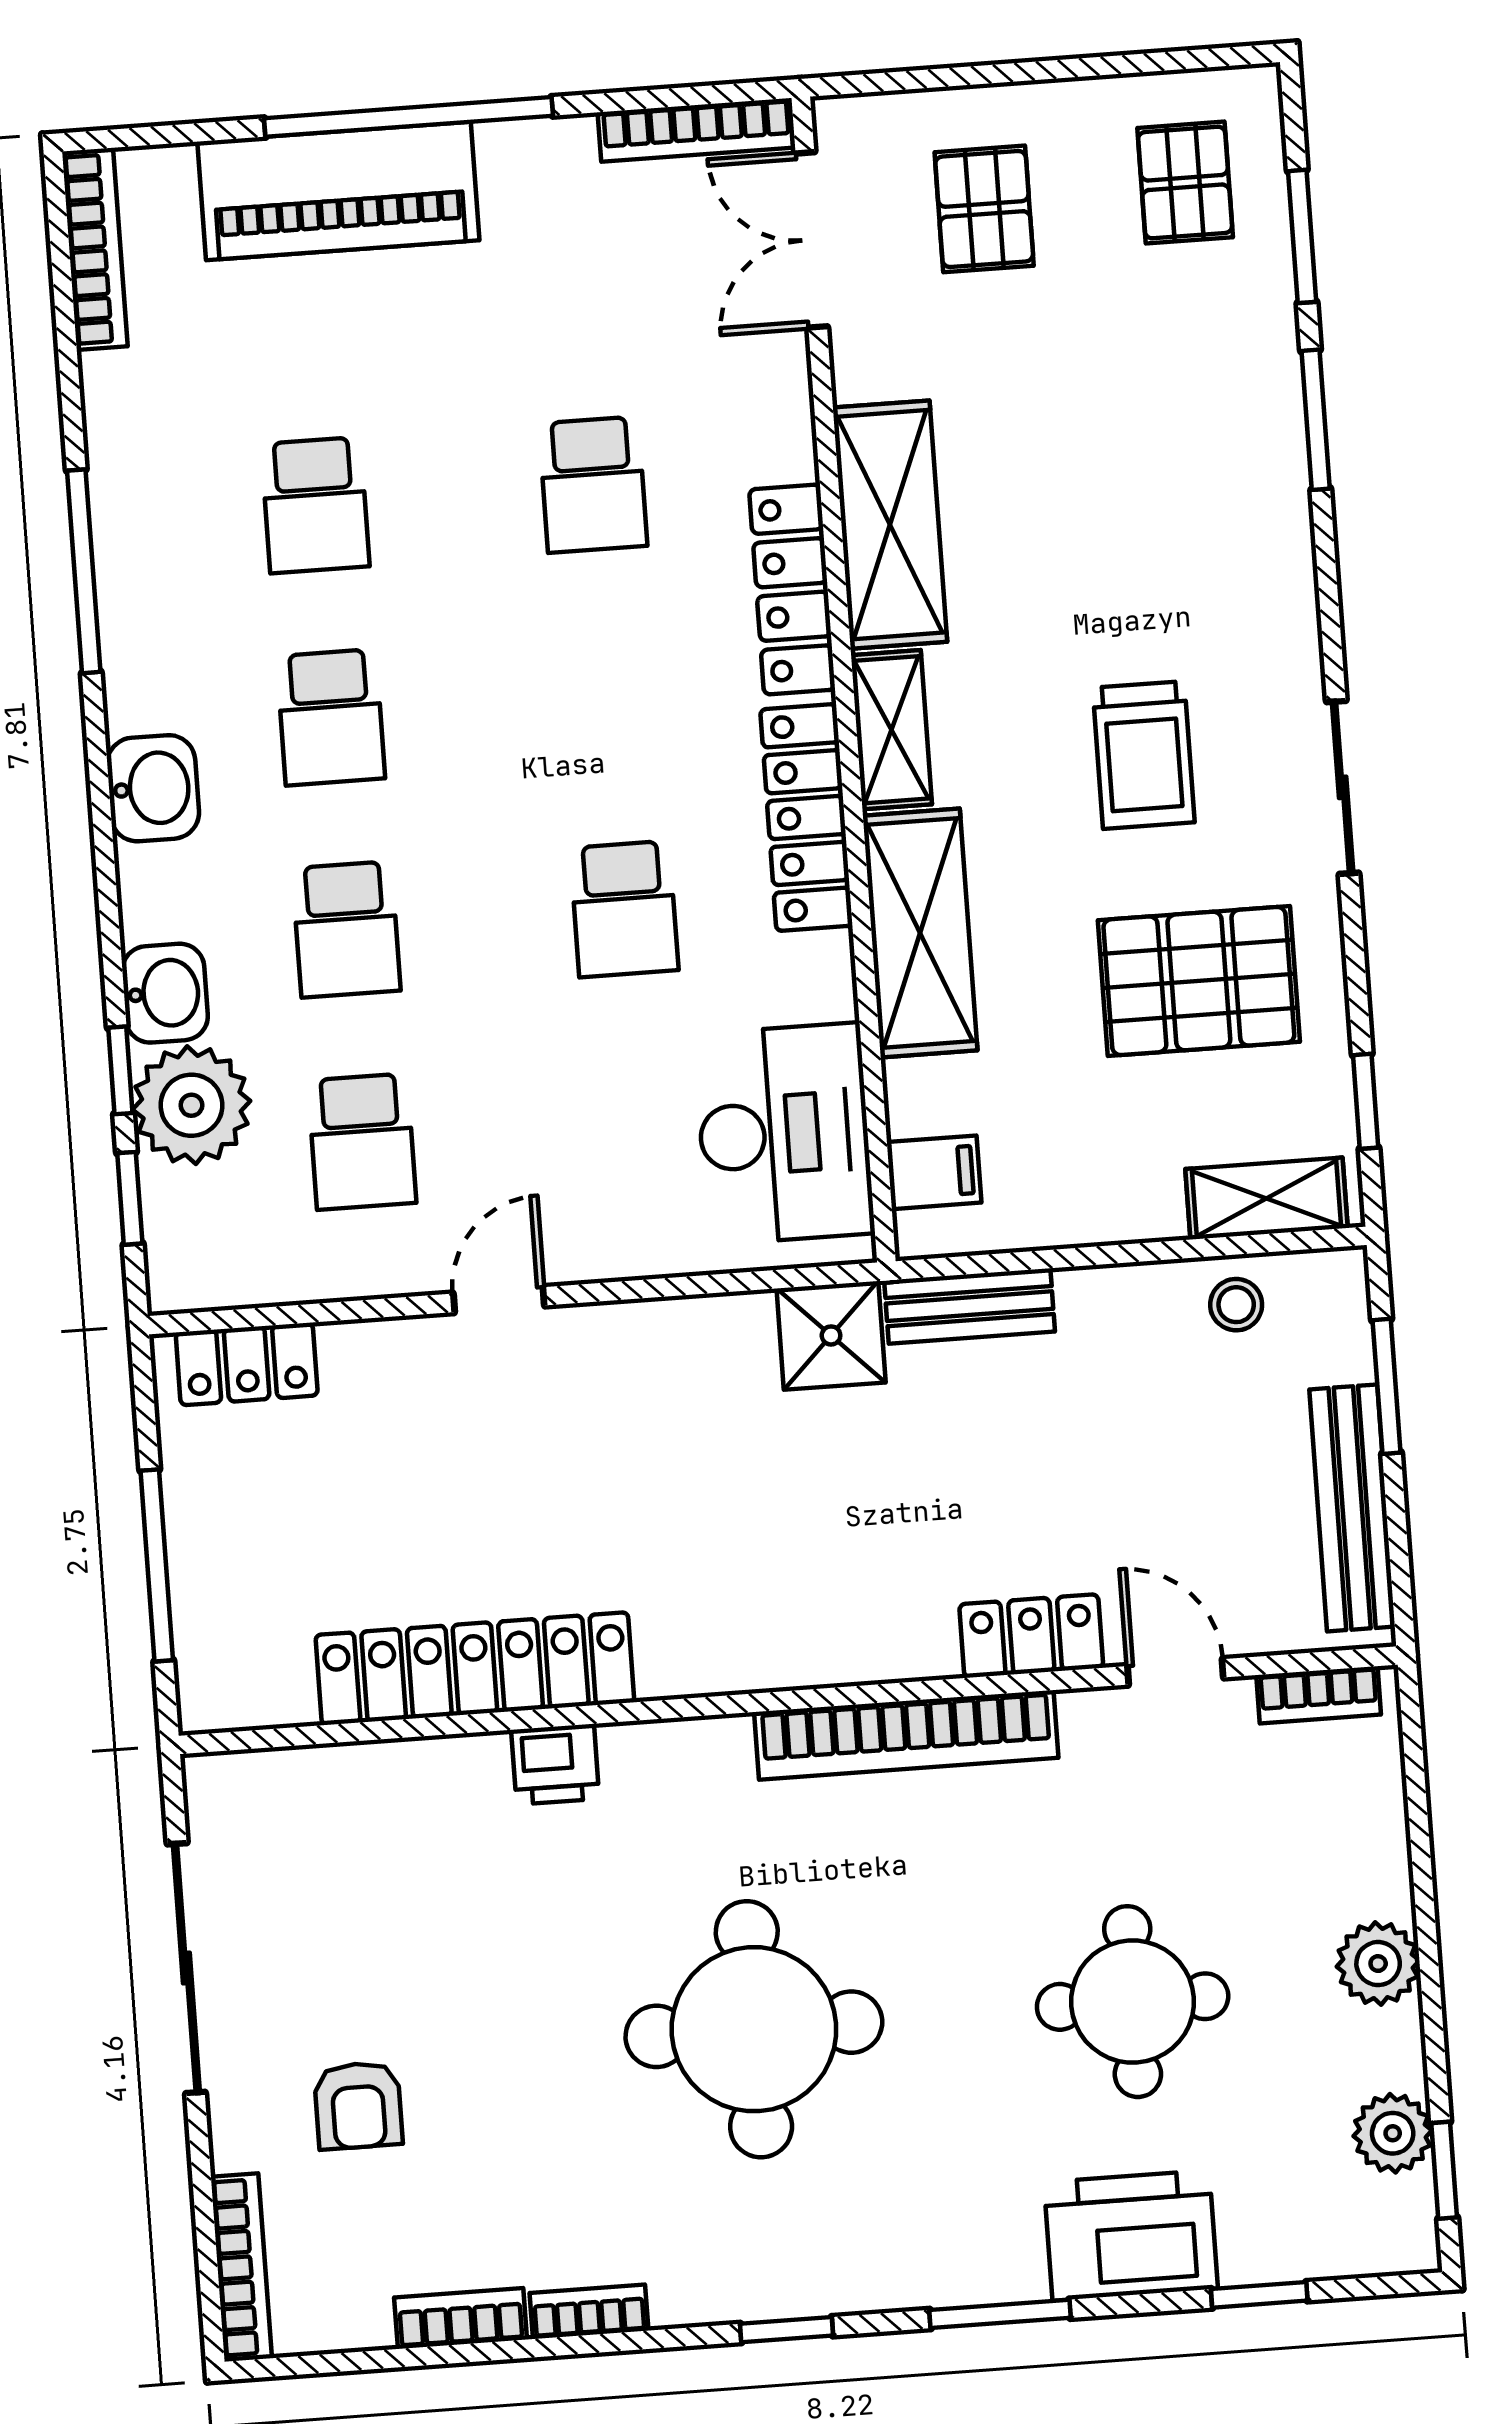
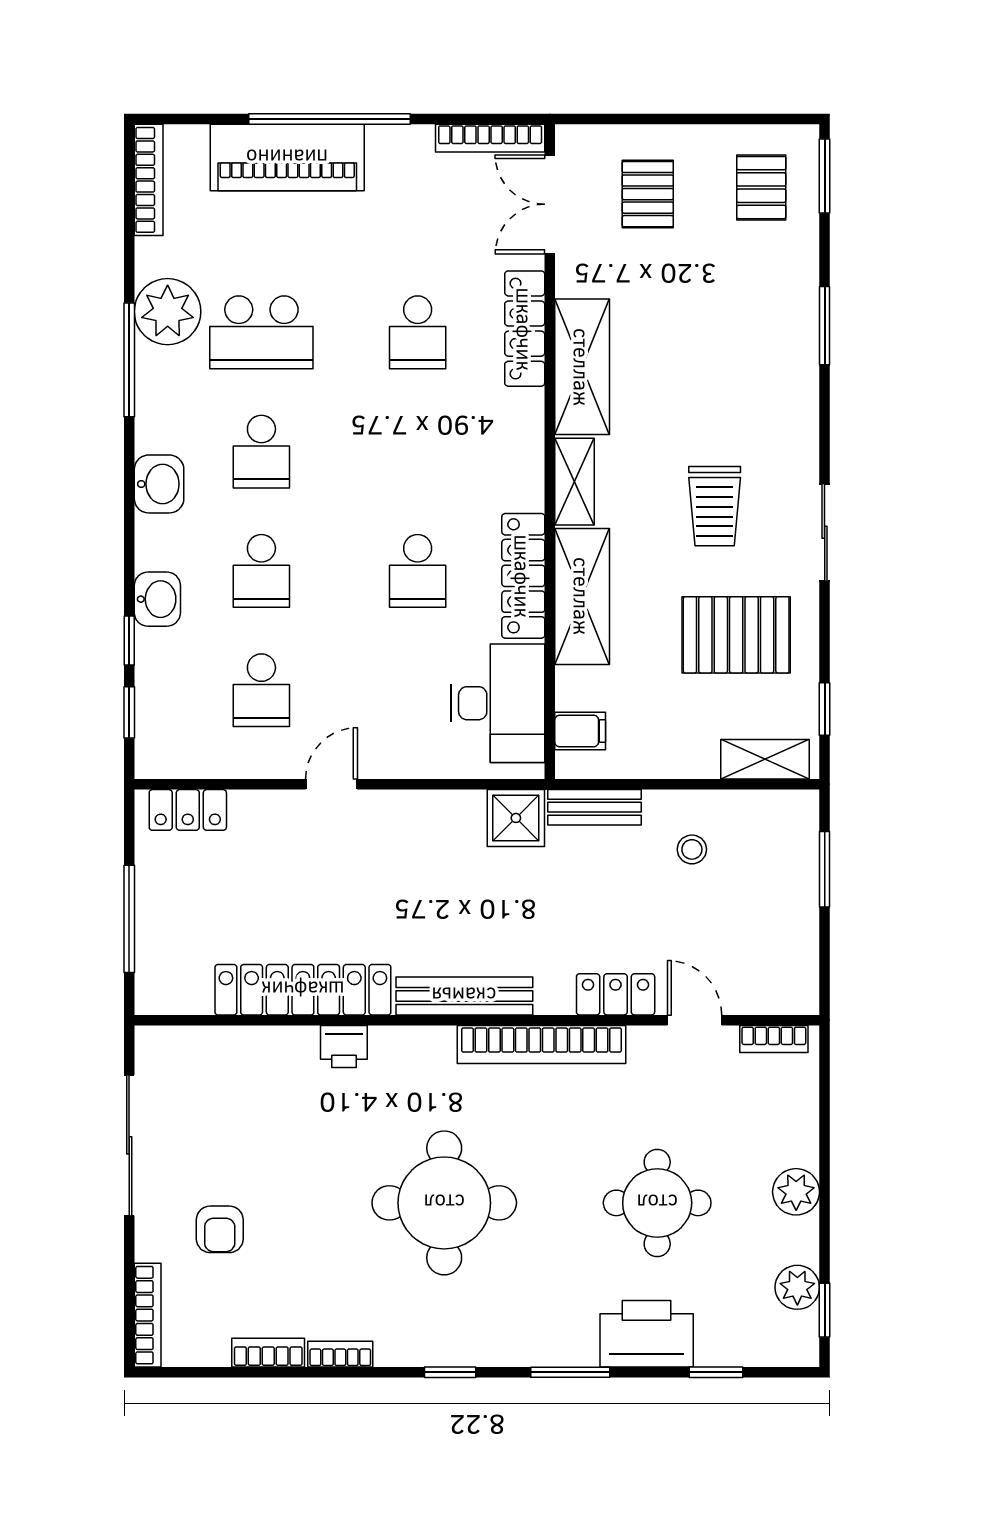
window: (1302, 236) -> (825, 176), moved
school desk: (315, 505) -> (261, 332), width x1.85
locker: (792, 590) -> (525, 329), moved
locker: (806, 818) -> (523, 576), moved
plant: (191, 1105) -> (168, 312), moved
stool: (1236, 1305) -> (692, 849), moved
bench: (1352, 1508) -> (464, 996), moved, turned 90

